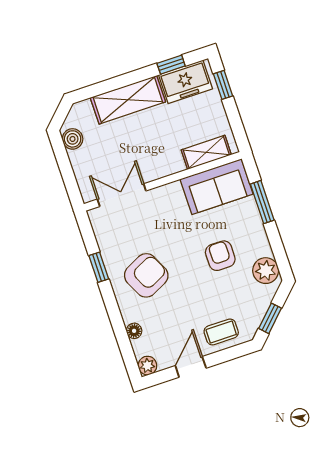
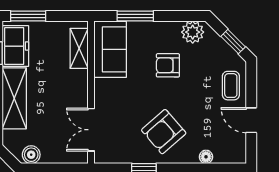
window: (223, 85) -> (28, 16), width x1.50
armchair: (146, 275) -> (164, 132), turned -105
plant: (147, 366) -> (238, 155), removed

